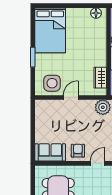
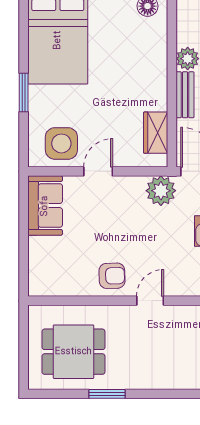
armchair: (78, 151) -> (112, 276), turned 88
sofa: (50, 152) -> (45, 206), moved, turned 90

